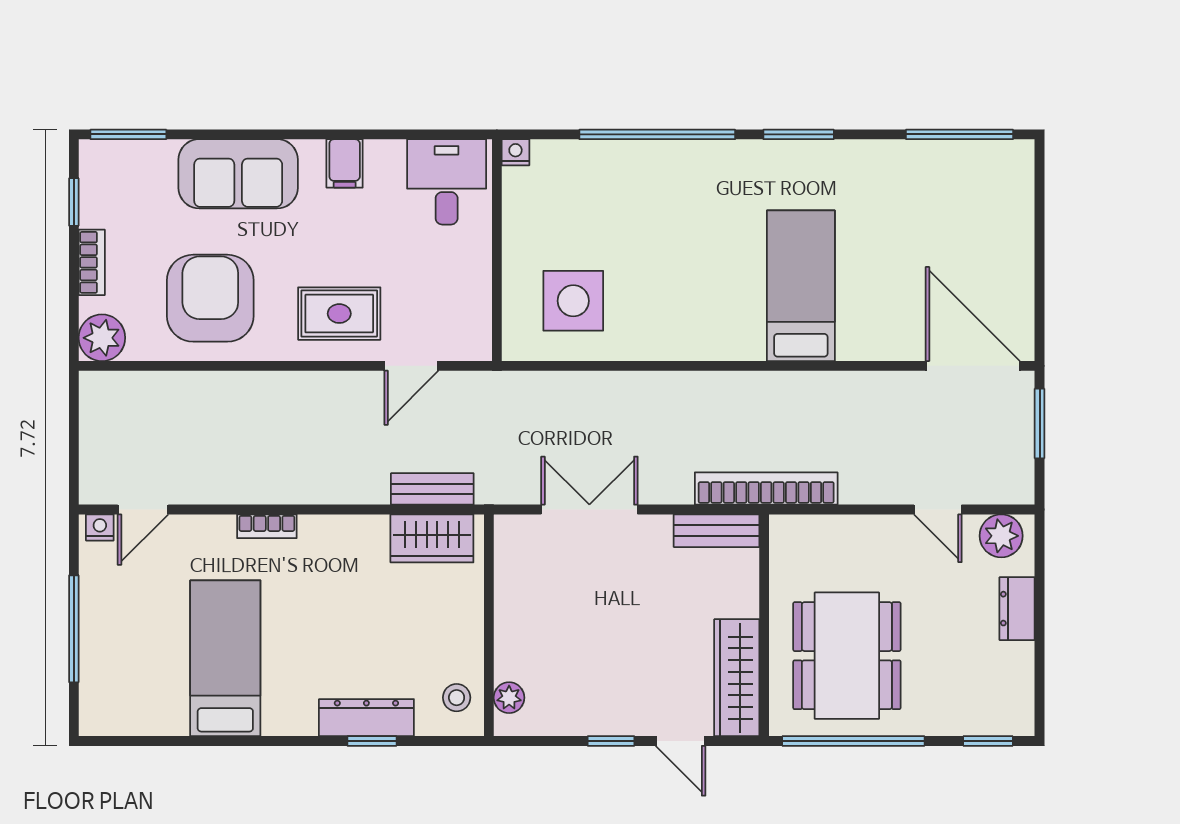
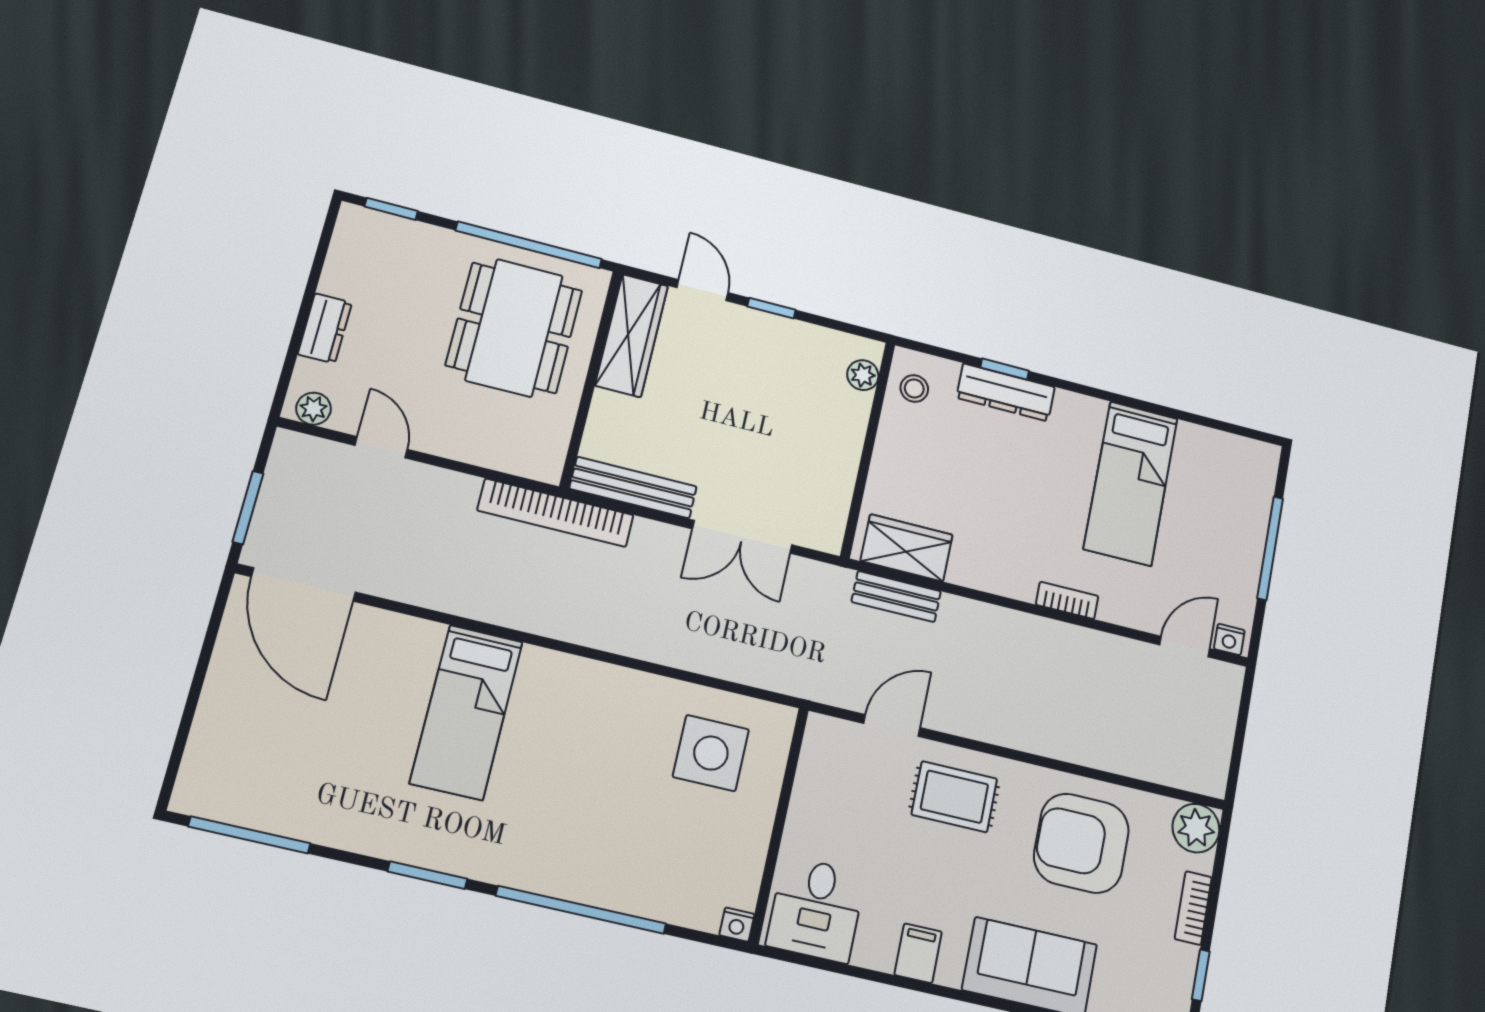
armchair: (210, 298) -> (1081, 843), turned 90
bench: (717, 531) -> (633, 488), width x1.36
plant: (1001, 536) -> (313, 409), width x0.73, depth x0.73

